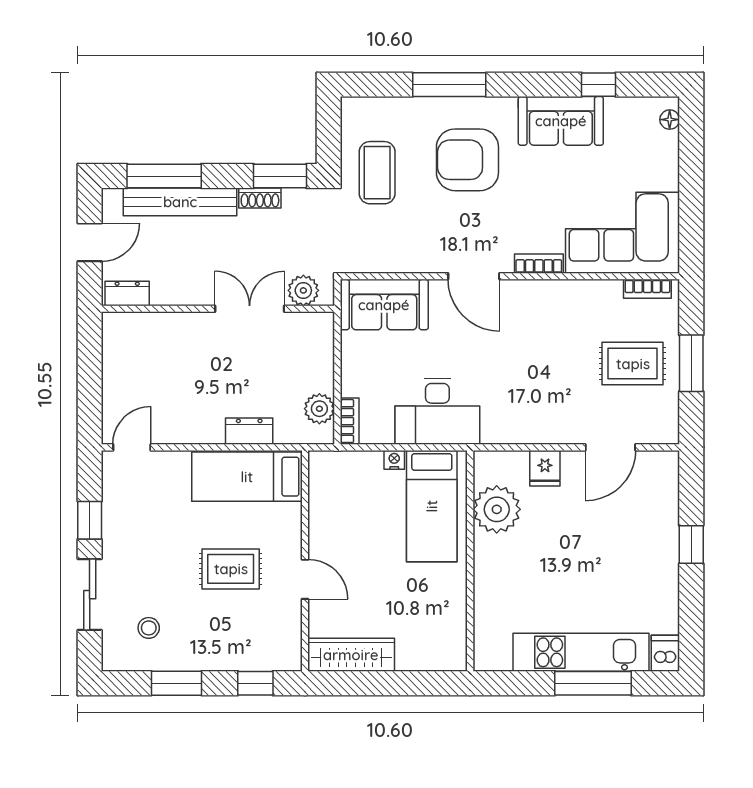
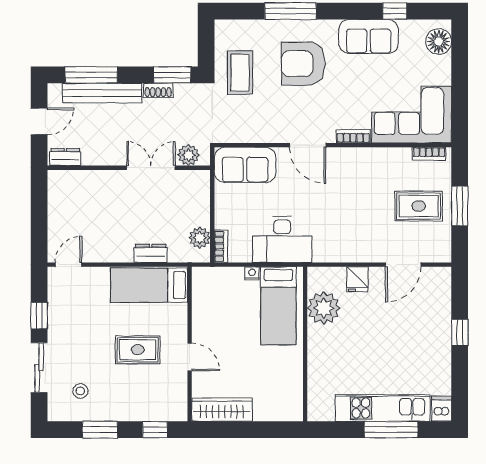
floor lamp: (670, 120) -> (439, 42), width x1.89, depth x1.89

